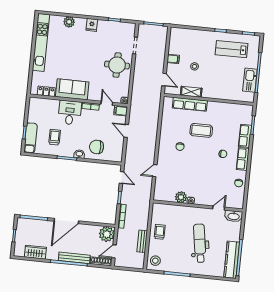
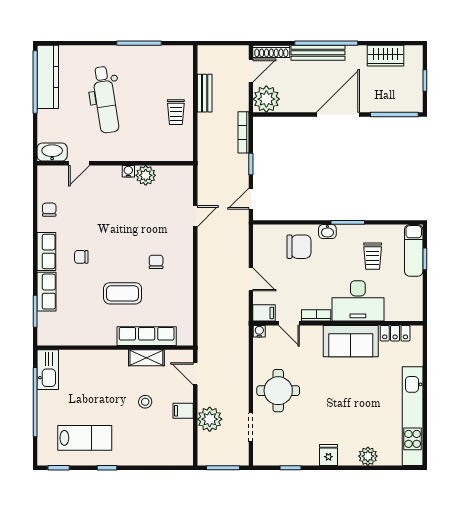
plant: (158, 53) -> (210, 419), added
kitchen sink: (250, 80) -> (48, 370), moved
desk: (70, 113) -> (358, 301), width x1.37
door: (122, 178) -> (251, 199), hinge flipped
stool: (155, 261) -> (178, 62), removed

